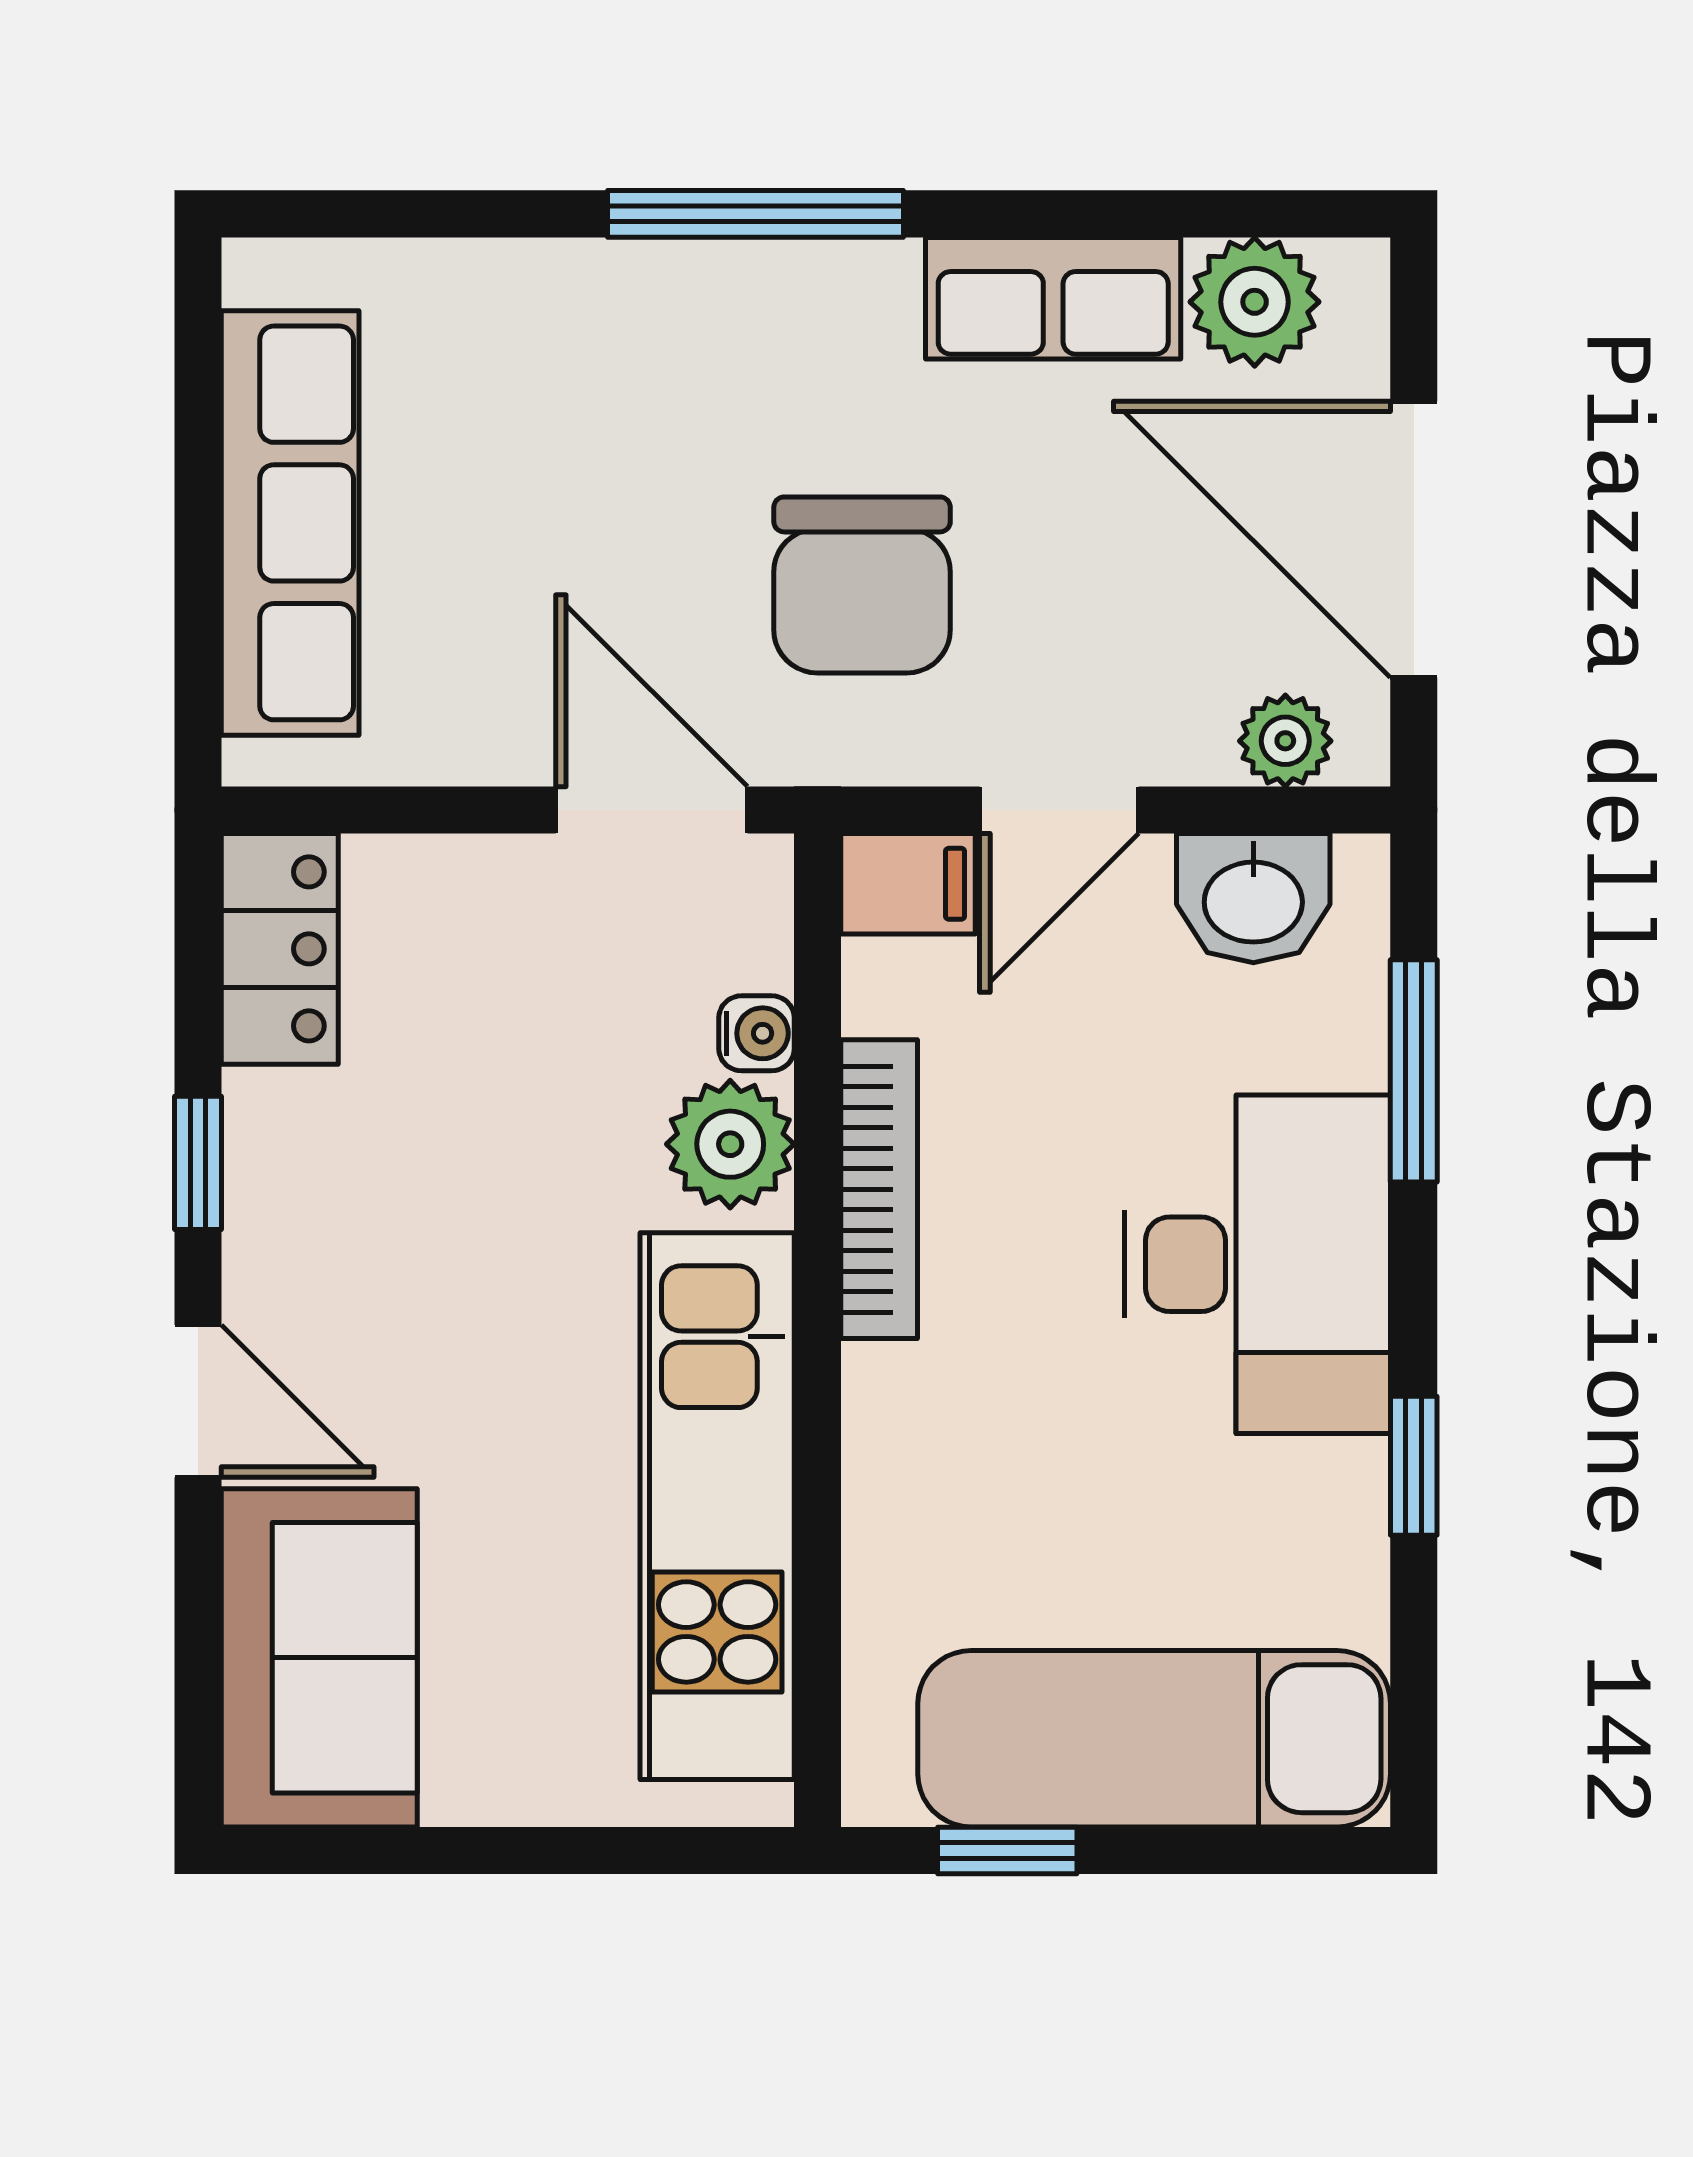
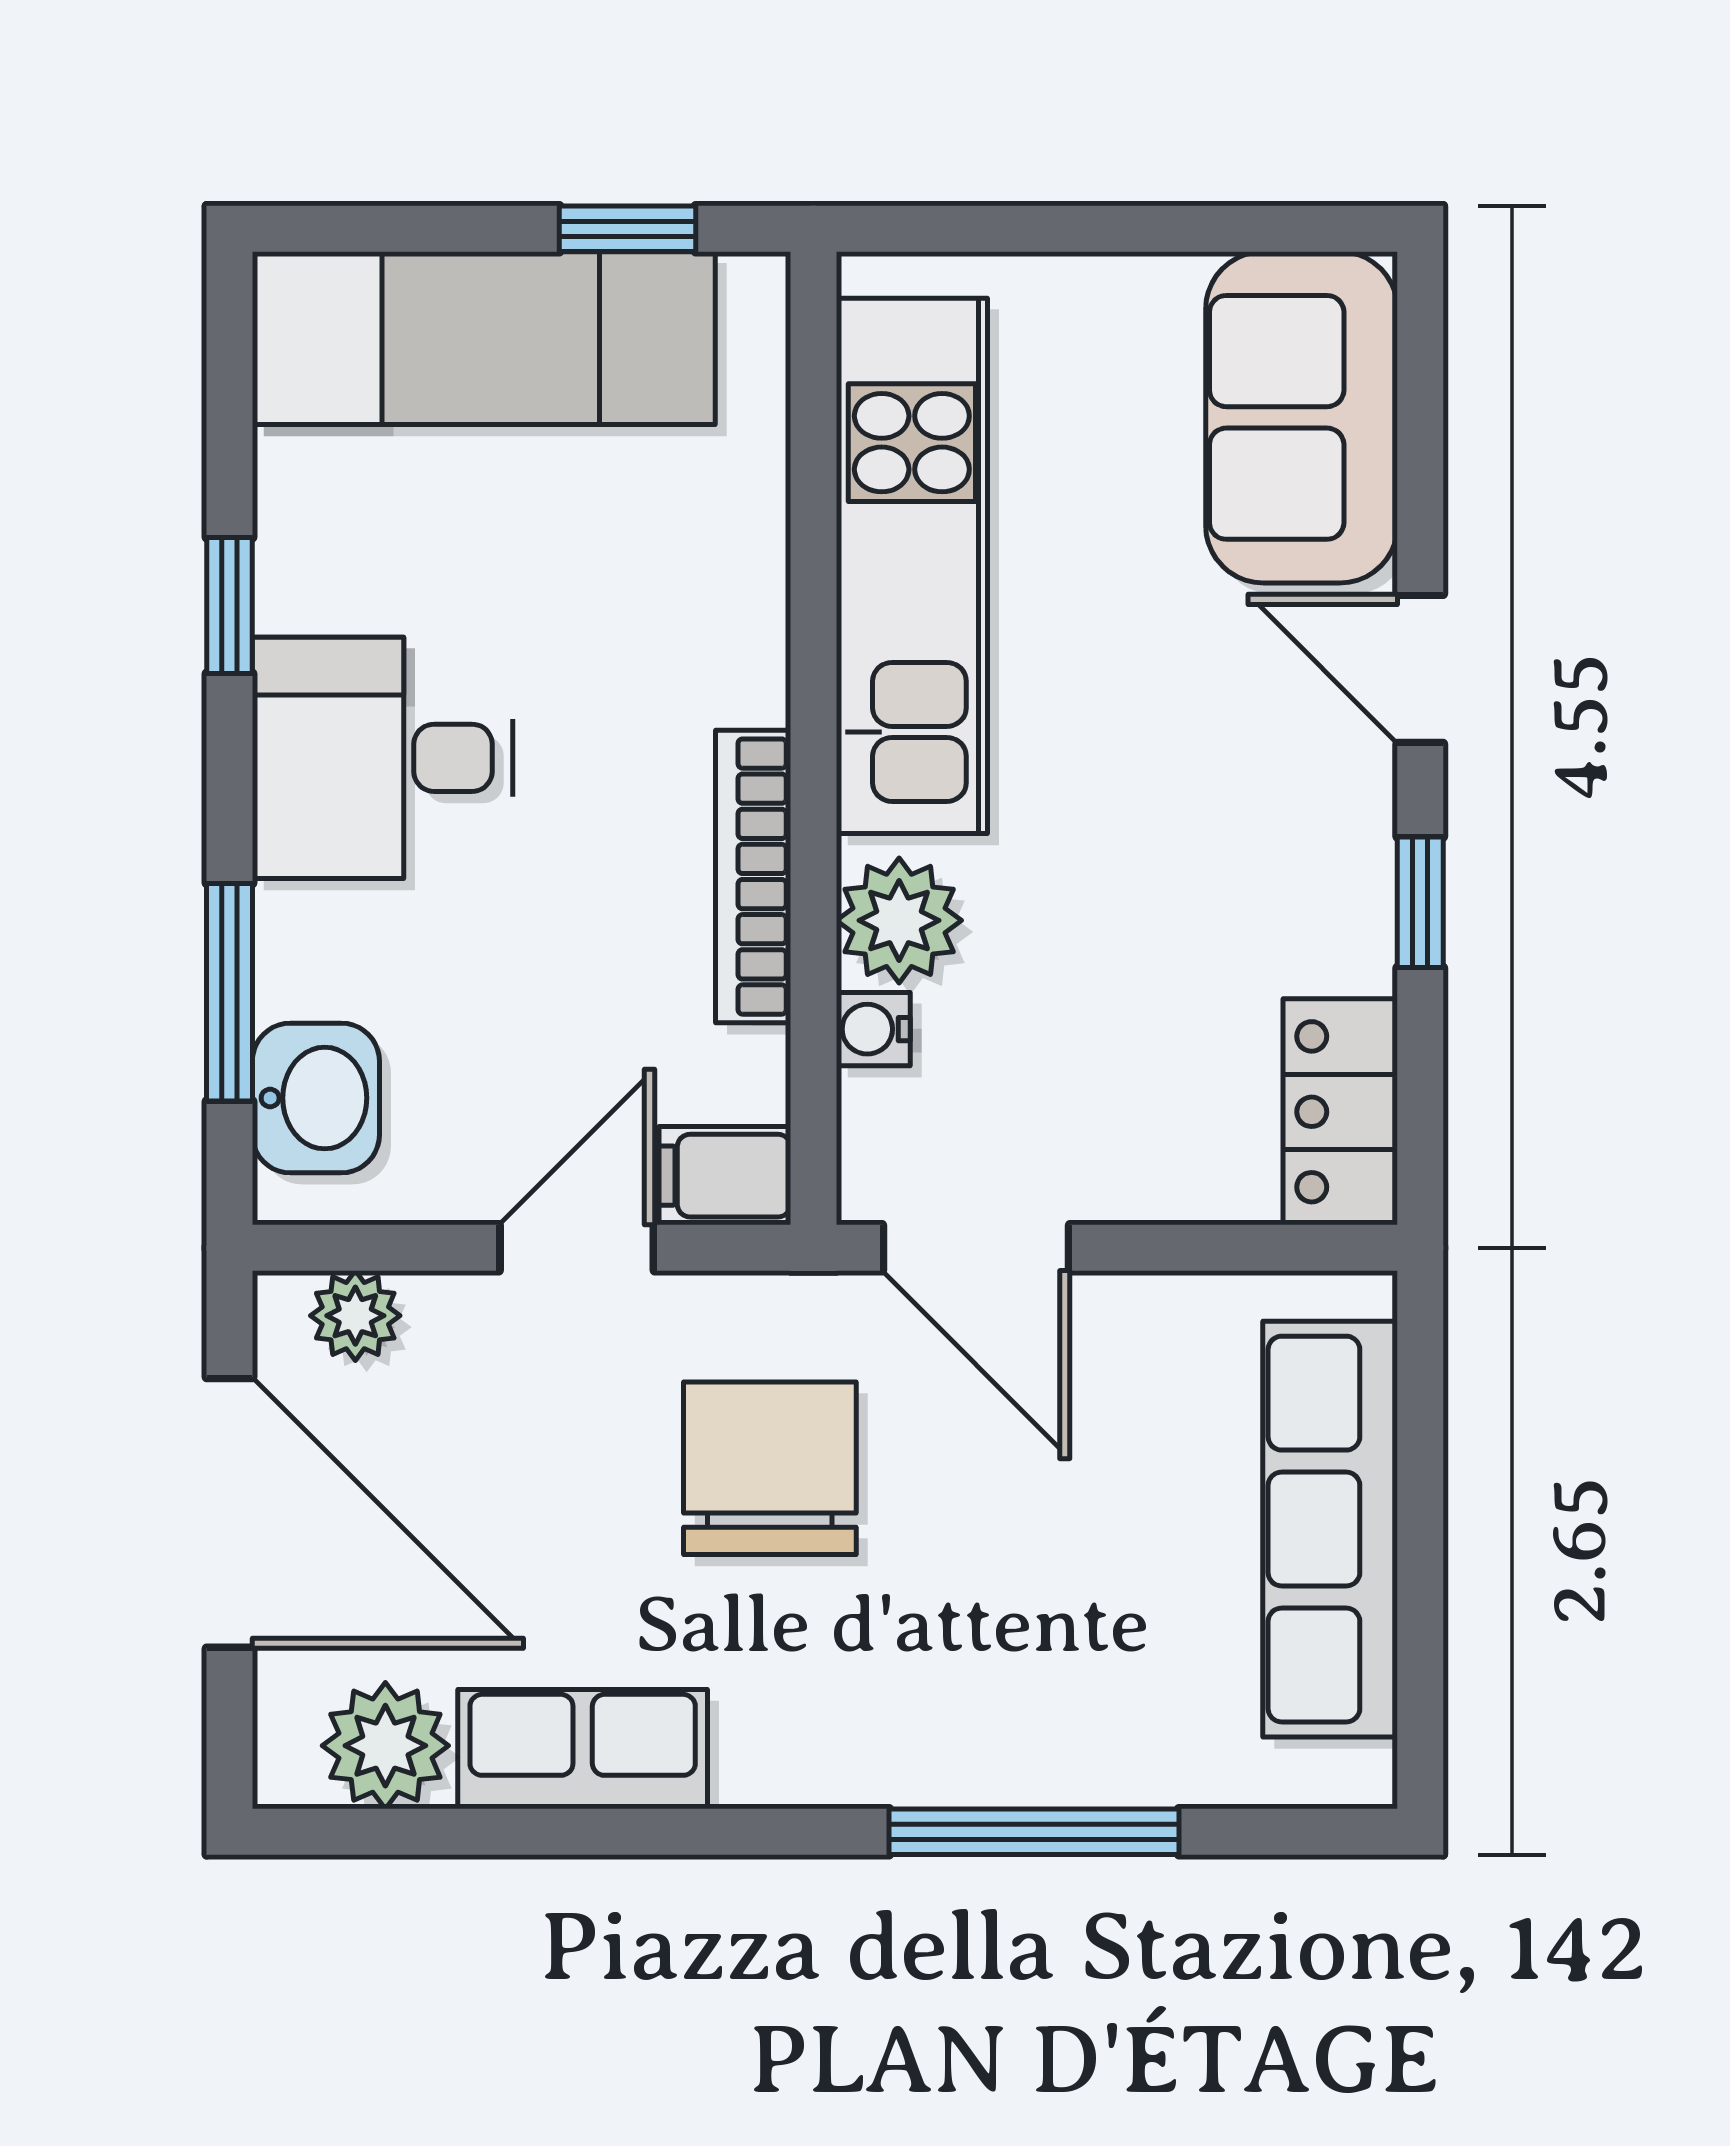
window: (755, 214) -> (1034, 1832), moved
washbasin: (1253, 898) -> (316, 1098), moved, turned 90
desk: (1257, 1264) -> (383, 758), width x0.73

